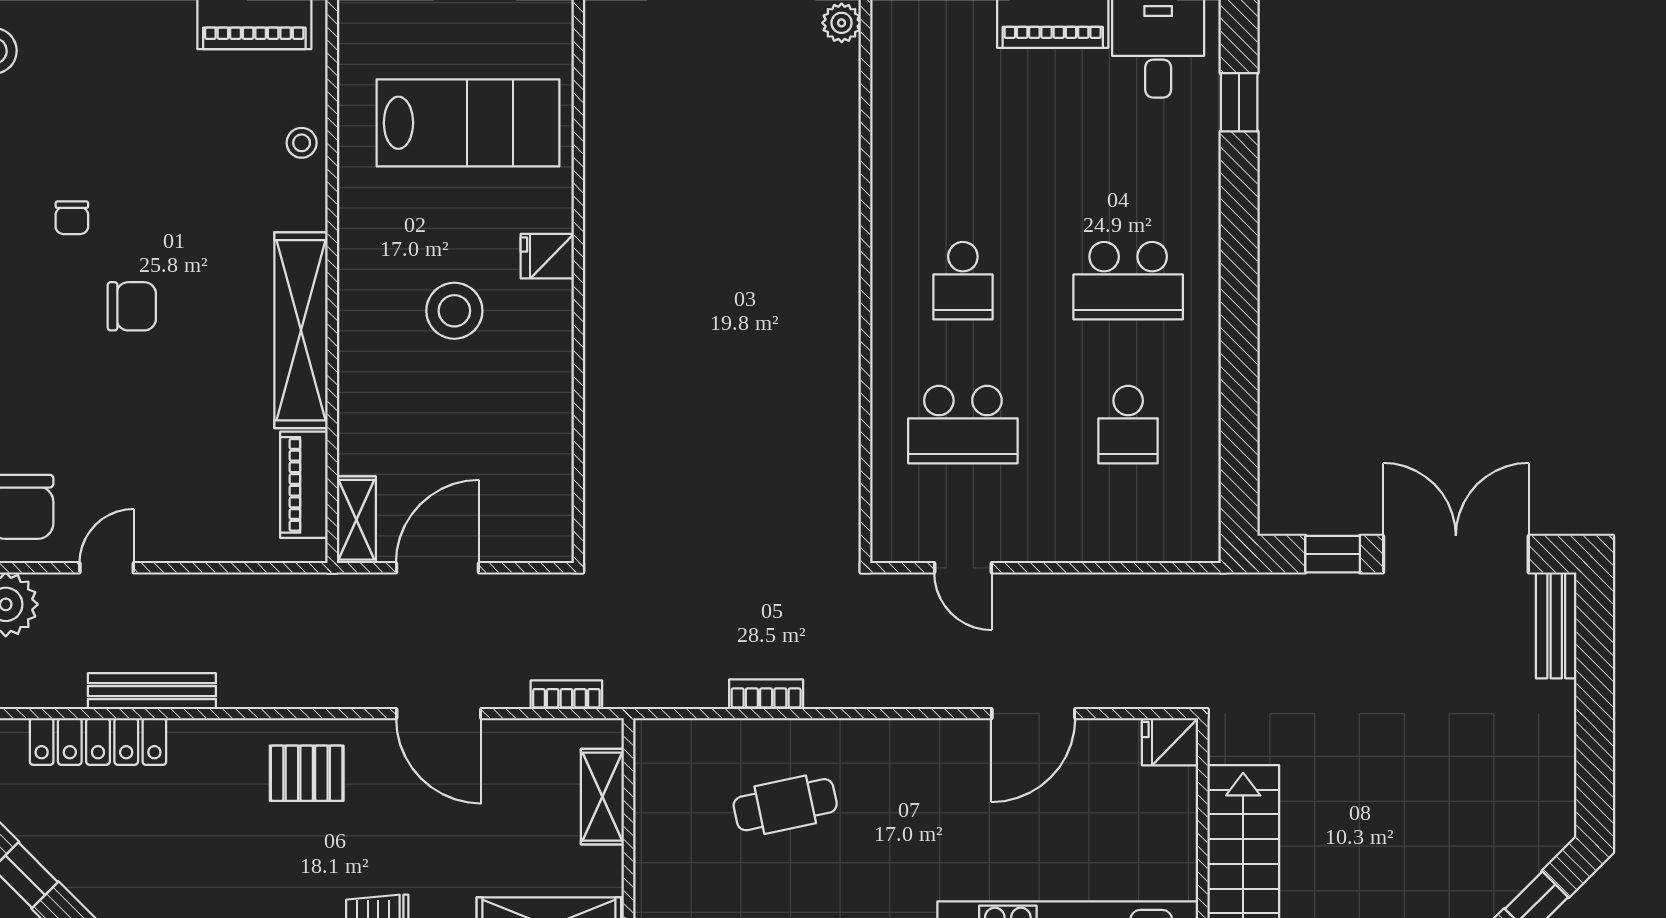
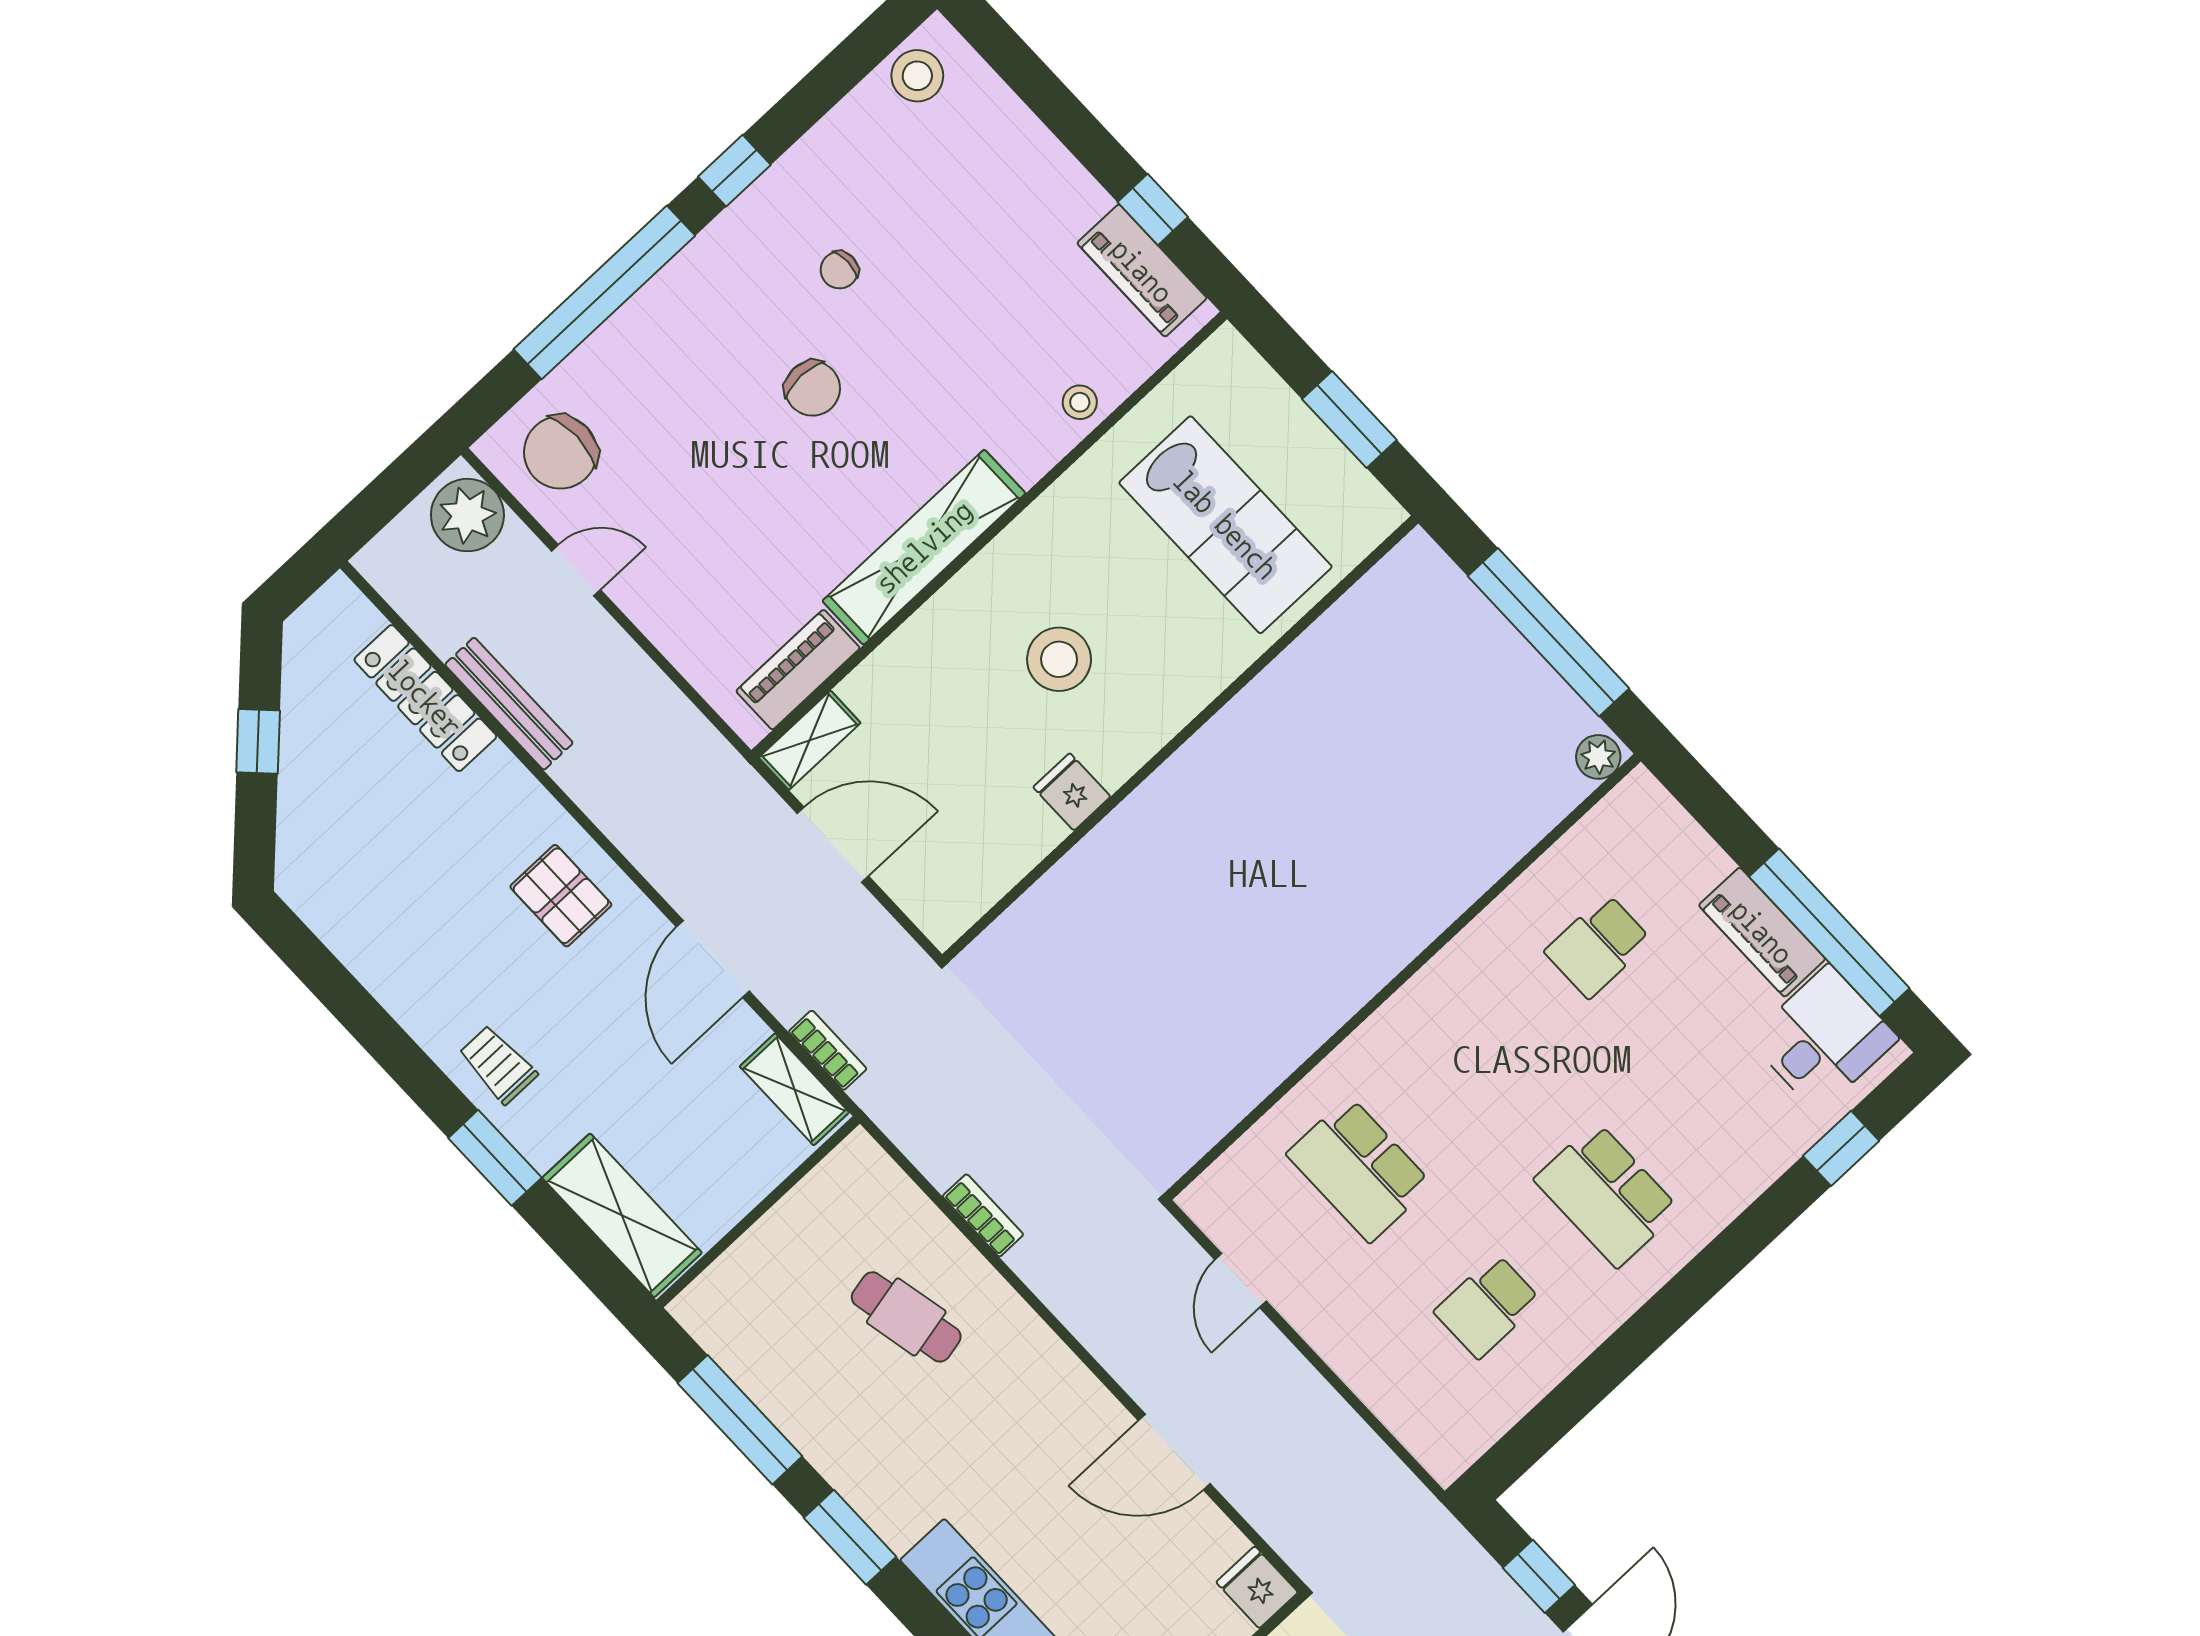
fridge: (547, 256) -> (1072, 792), moved
school desk: (963, 281) -> (1598, 946), moved
shelving: (602, 797) -> (794, 1089), moved, turned 90

